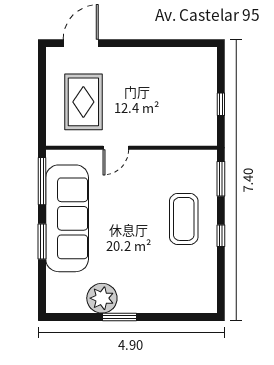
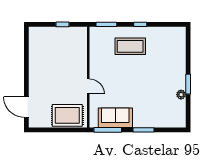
rug: (83, 102) -> (67, 115), moved
sofa: (67, 218) -> (115, 118), width x0.54, depth x0.79
plant: (102, 298) -> (181, 95), width x0.53, depth x0.53

